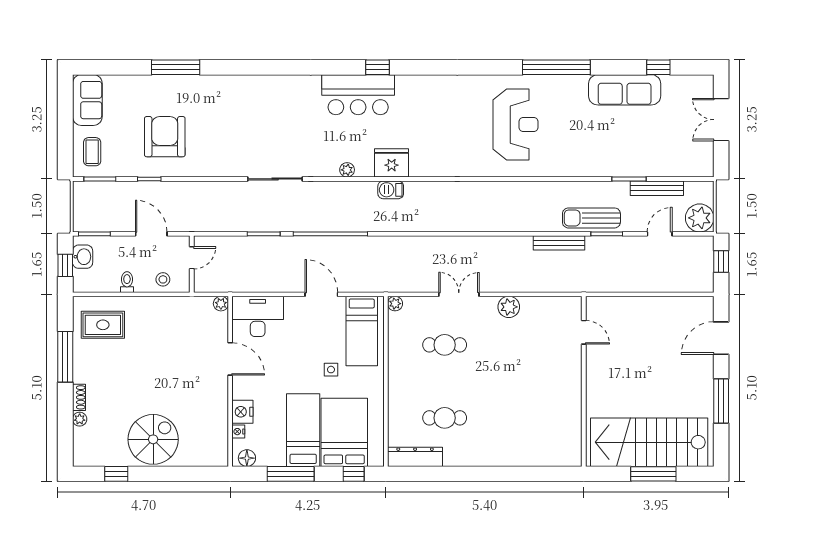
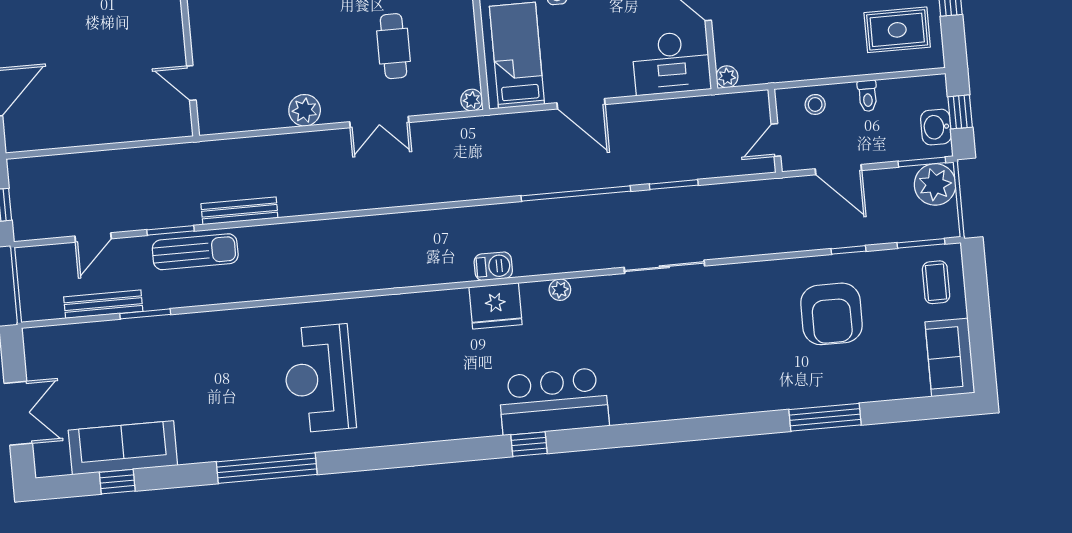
sofa: (625, 90) -> (123, 448), moved
plant: (700, 218) -> (935, 184), moved
cafe table: (445, 345) -> (393, 46), turned 90

